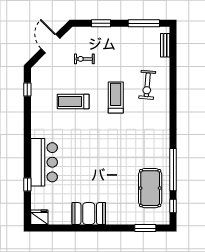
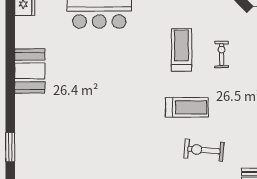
exercise bike: (84, 59) -> (222, 54), moved
pool table: (150, 188) -> (64, 154), removed

